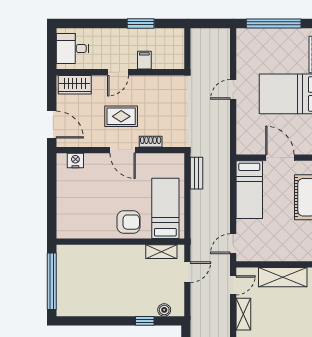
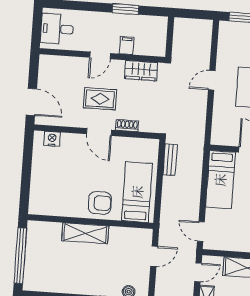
wardrobe: (75, 85) -> (141, 71), moved
door: (233, 244) -> (201, 232), hinge flipped
shelving: (161, 252) -> (85, 233), moved, width x1.50, depth x1.33

